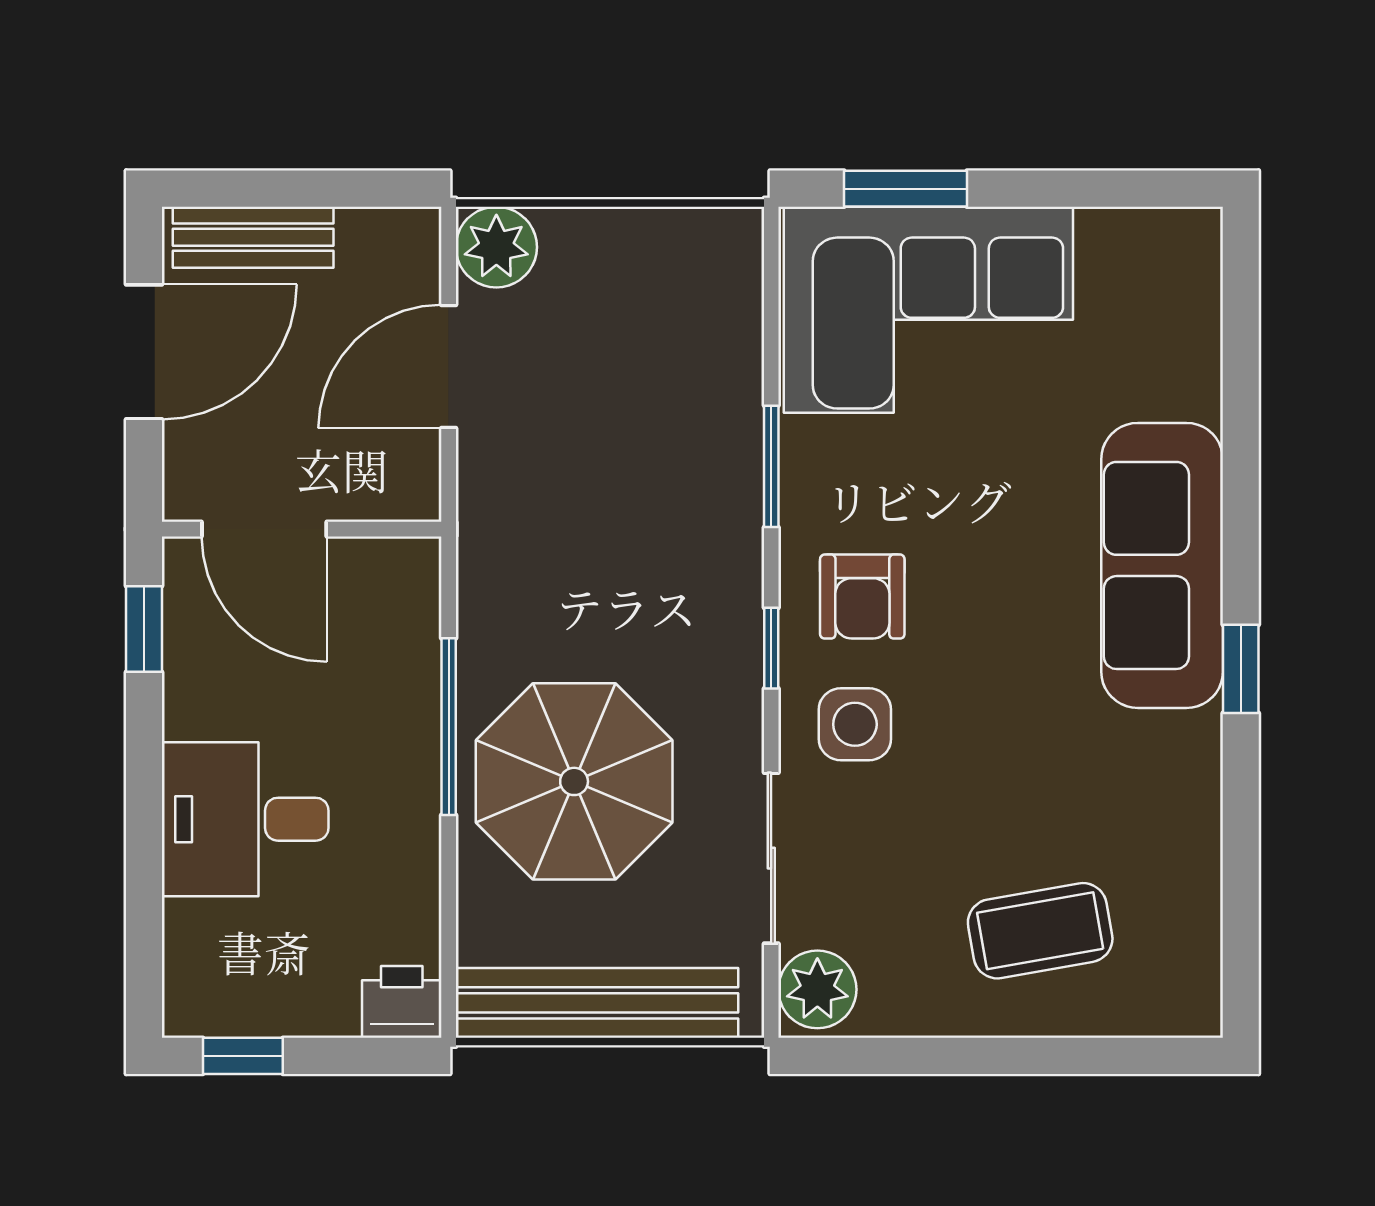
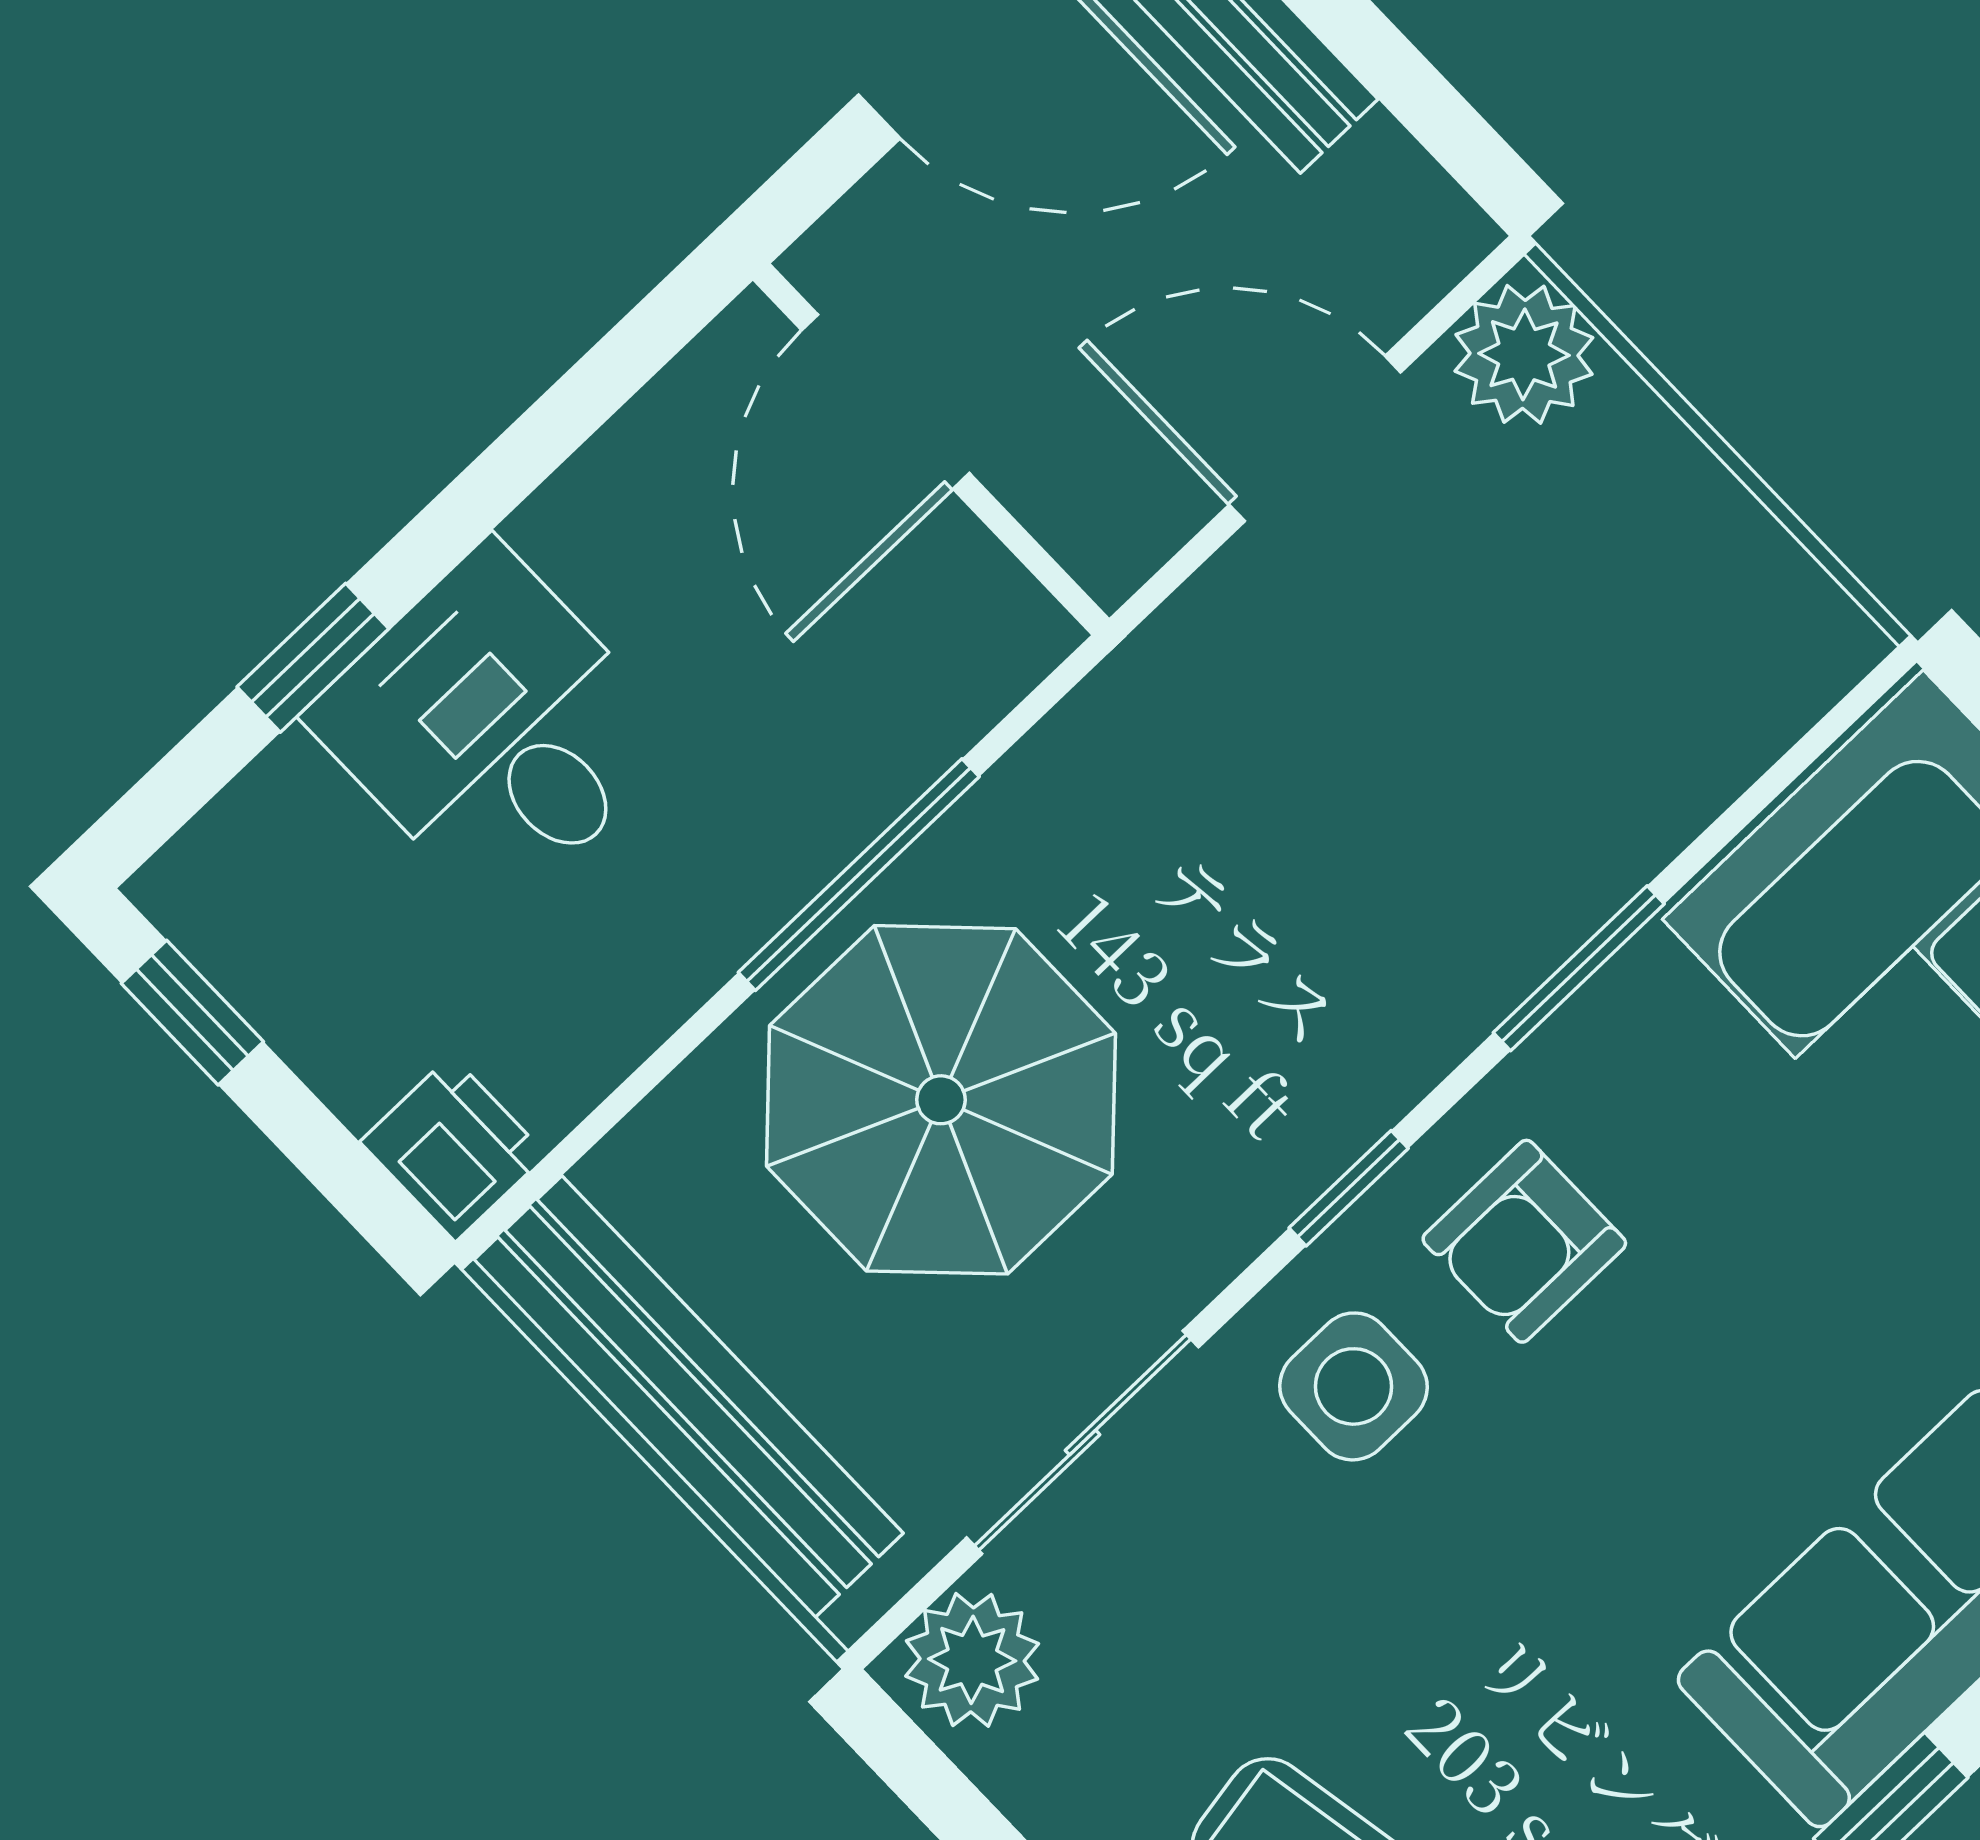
window: (144, 629) -> (313, 658), moved

